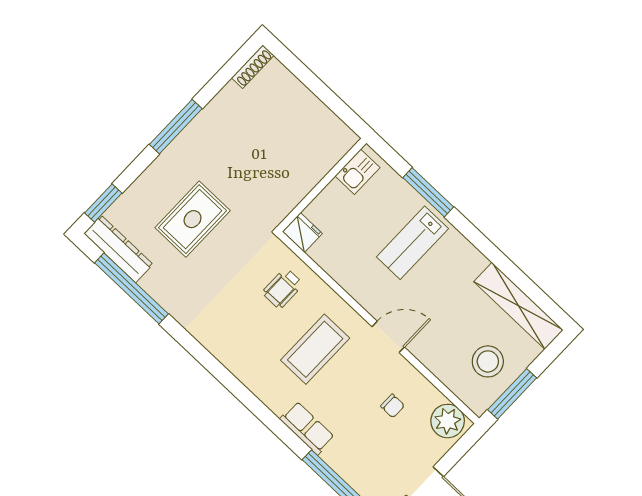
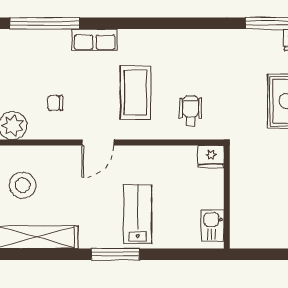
window: (428, 192) -> (115, 254), moved

